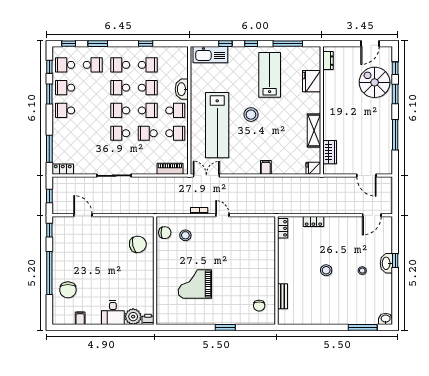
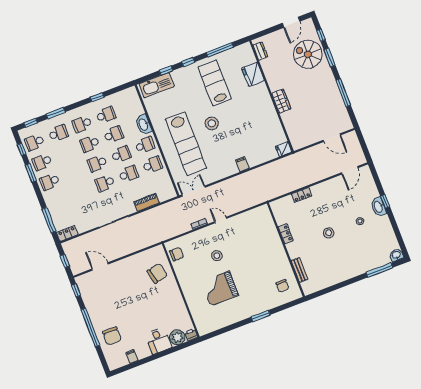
shelving: (314, 131) -> (272, 116), removed
school desk: (148, 133) -> (129, 174), turned 180
wardrobe: (330, 152) -> (281, 101), moved
piano: (170, 169) -> (147, 202), moved
locker: (283, 228) -> (286, 234), moved
stool: (185, 235) -> (217, 256), moved

